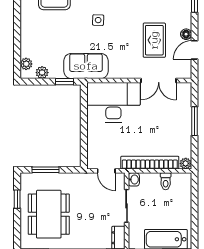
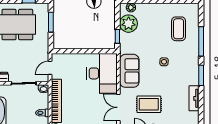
sofa: (86, 66) -> (129, 71), moved
plant: (42, 73) -> (129, 24), width x1.88, depth x1.88

